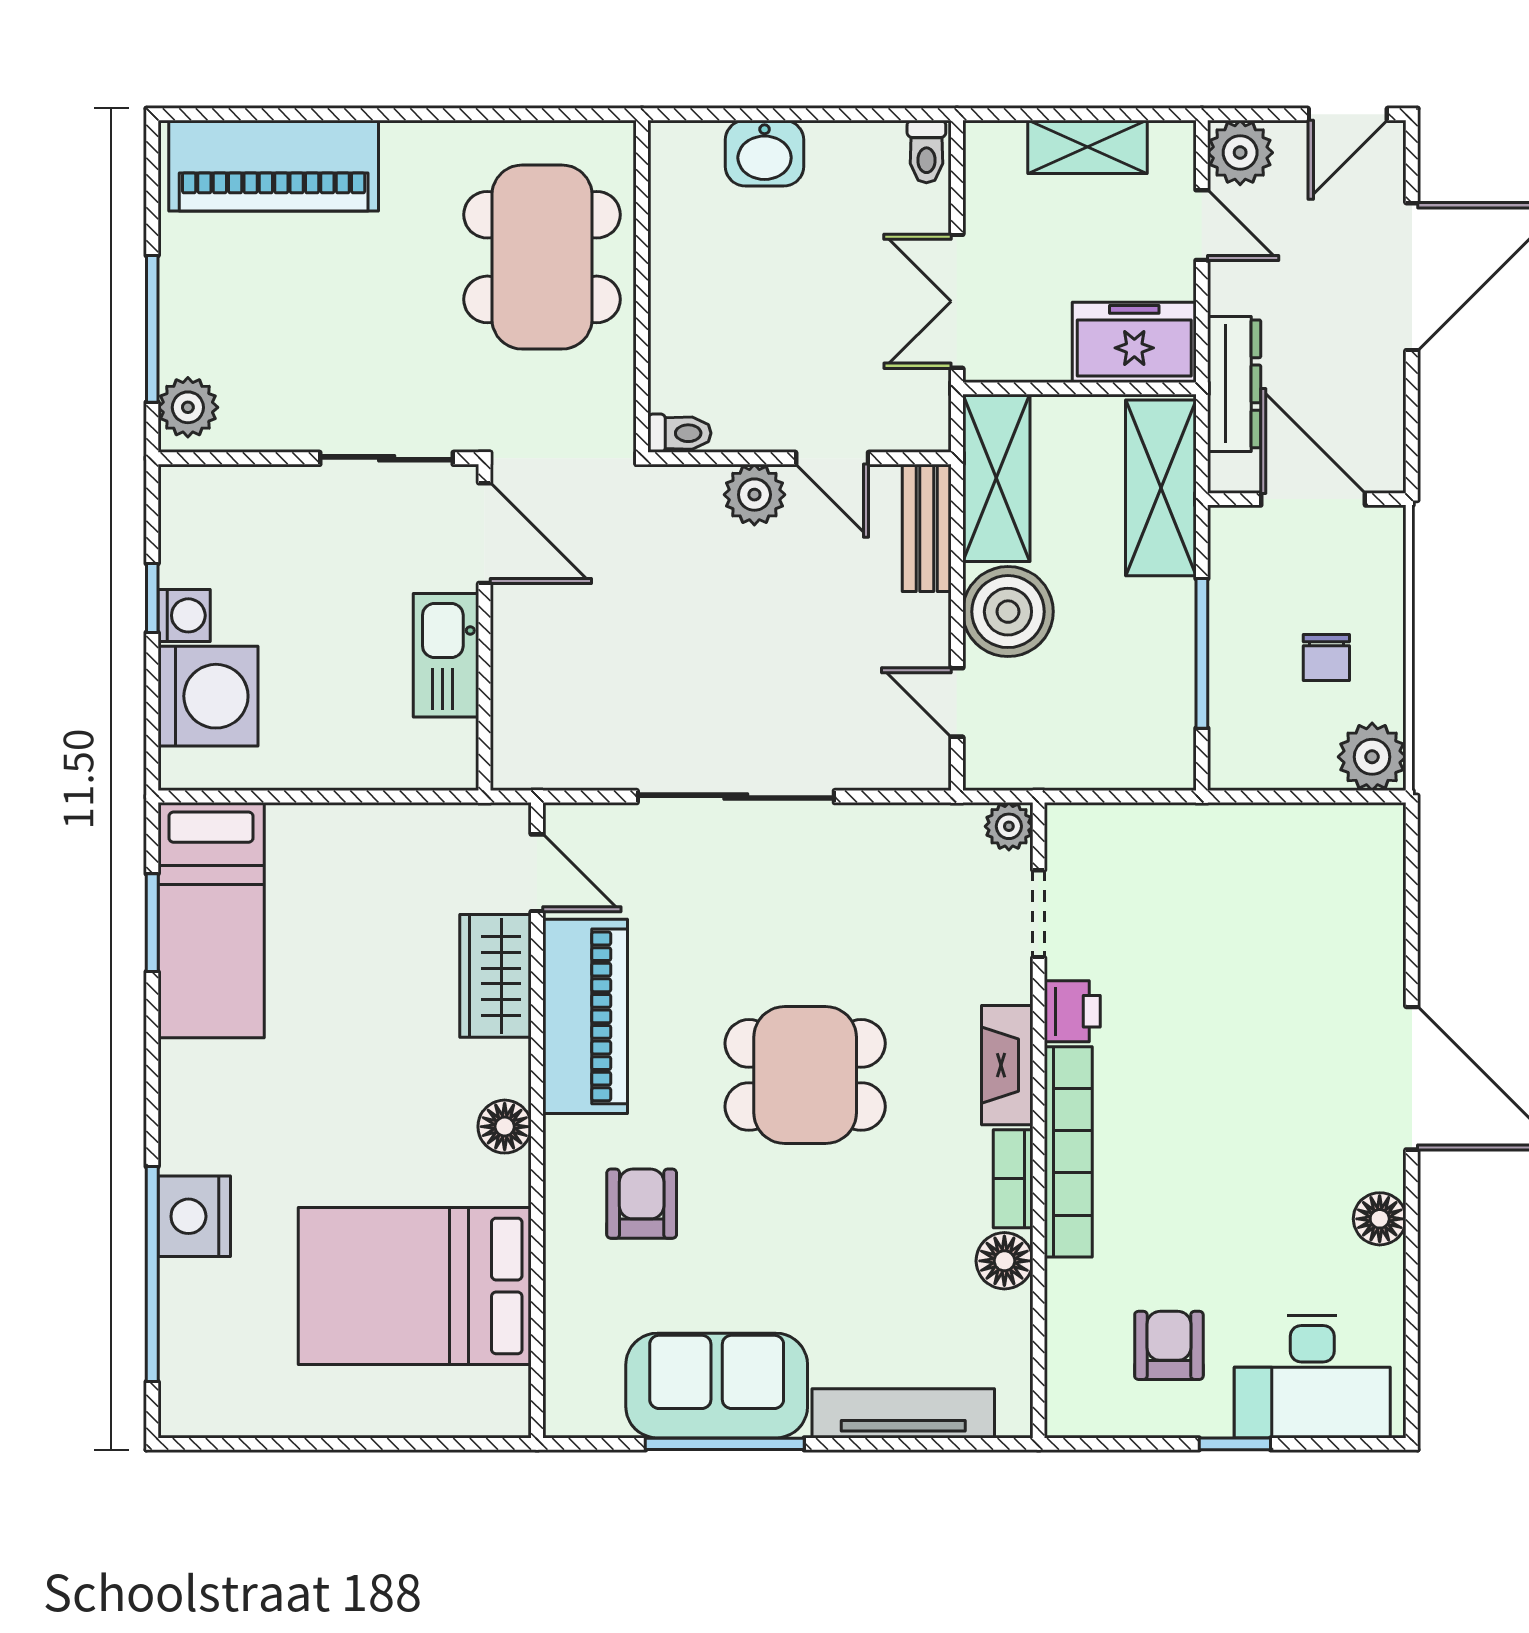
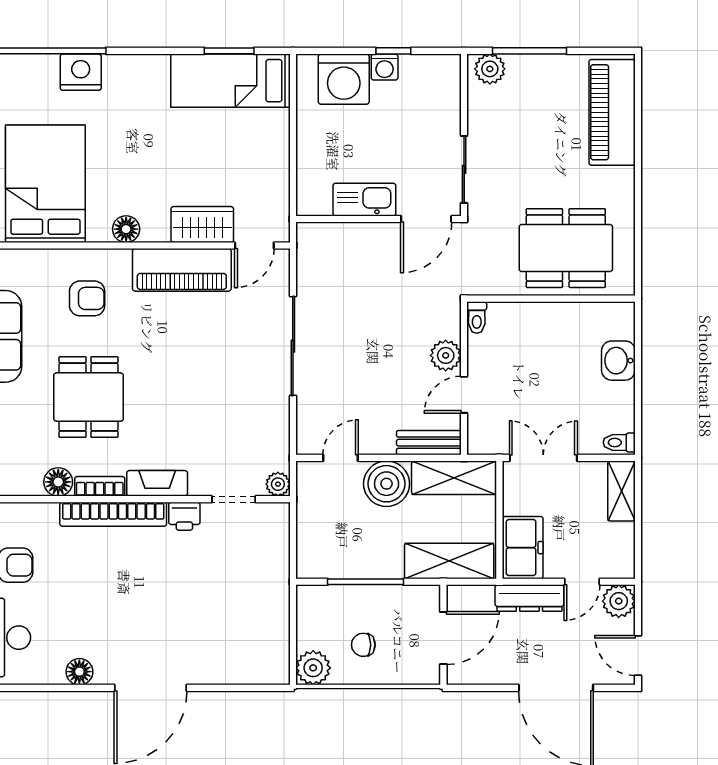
shelving: (1088, 147) -> (622, 491), moved
dresser: (1234, 384) -> (529, 598), moved
dining table: (805, 1075) -> (88, 397), moved

